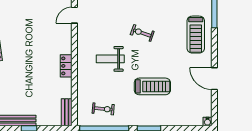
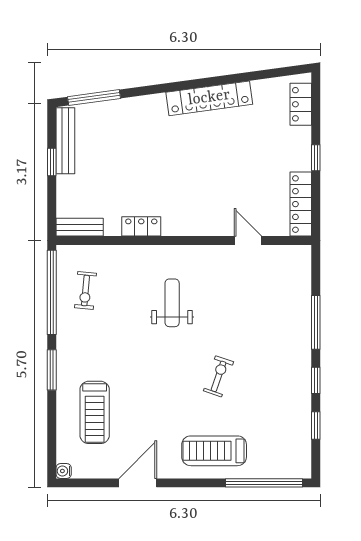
exercise bike: (142, 33) -> (219, 376), moved
locker: (66, 66) -> (141, 226), moved
treadmill: (152, 86) -> (95, 412), moved

